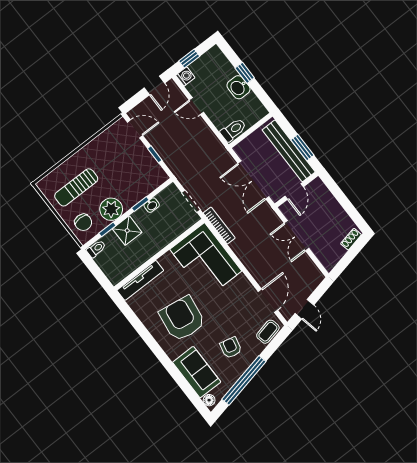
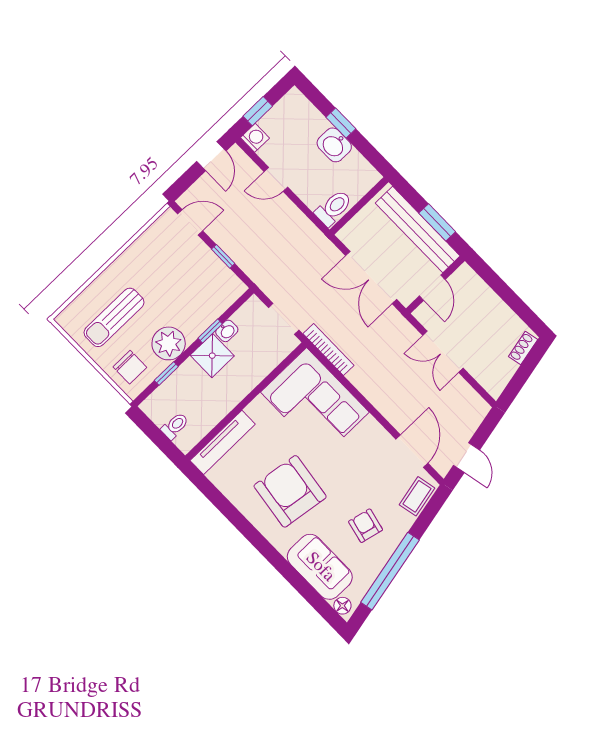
shower: (127, 231) -> (212, 356), moved
toilet: (96, 249) -> (175, 426), moved

